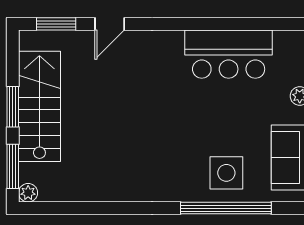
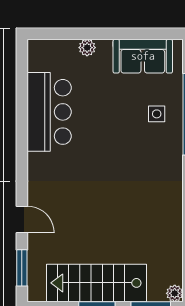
side table: (226, 173) -> (157, 114), width x0.54, depth x0.54

